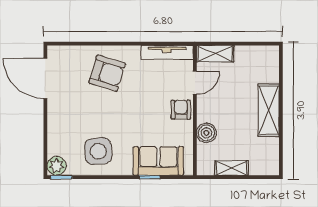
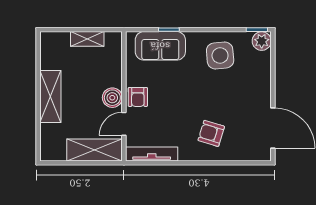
shelving: (215, 54) -> (94, 150), width x1.50, depth x1.33
armchair: (107, 73) -> (211, 133), width x0.72, depth x0.72
boiler: (206, 133) -> (112, 98), moved

